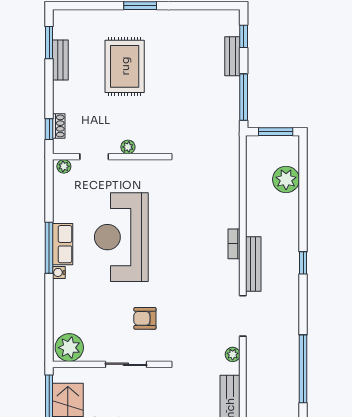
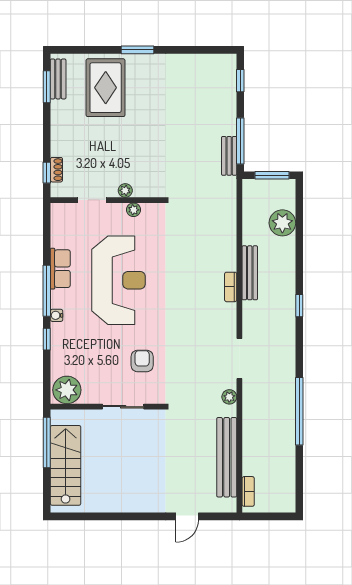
bench: (232, 56) -> (229, 156), moved
bench: (60, 60) -> (58, 79), moved
rug: (125, 66) -> (106, 88), moved
plant: (64, 166) -> (134, 210), moved
reception desk: (121, 237) -> (119, 280), turned 180
row of seats: (63, 244) -> (60, 269), moved
bench: (253, 264) -> (250, 273), moved
window: (49, 296) -> (47, 339), added
armchair: (145, 318) -> (142, 361), turned 90

